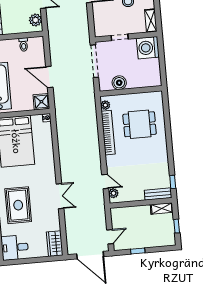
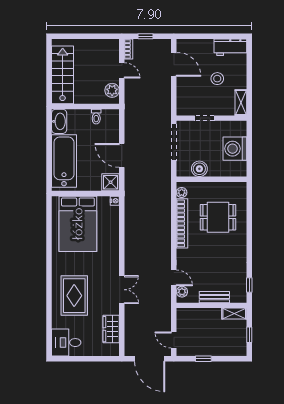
washing machine: (148, 48) -> (235, 149), moved
bench: (158, 194) -> (214, 297), moved
door: (110, 237) -> (174, 340), swing flipped
wardrobe: (55, 244) -> (111, 329), moved

